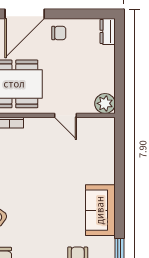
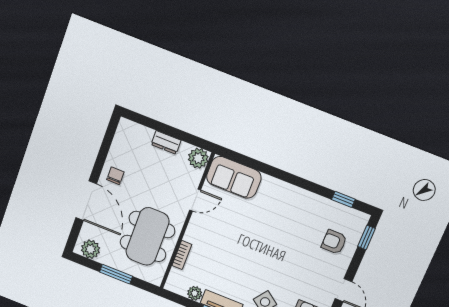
dresser: (108, 31) -> (166, 142), moved
sofa: (100, 210) -> (234, 177), moved

